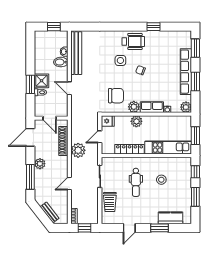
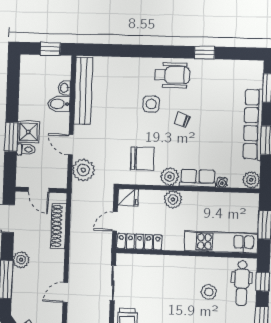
locker: (130, 149) -> (139, 242), moved
plant: (78, 150) -> (83, 170), moved
dental chair: (136, 182) -> (242, 283), moved

